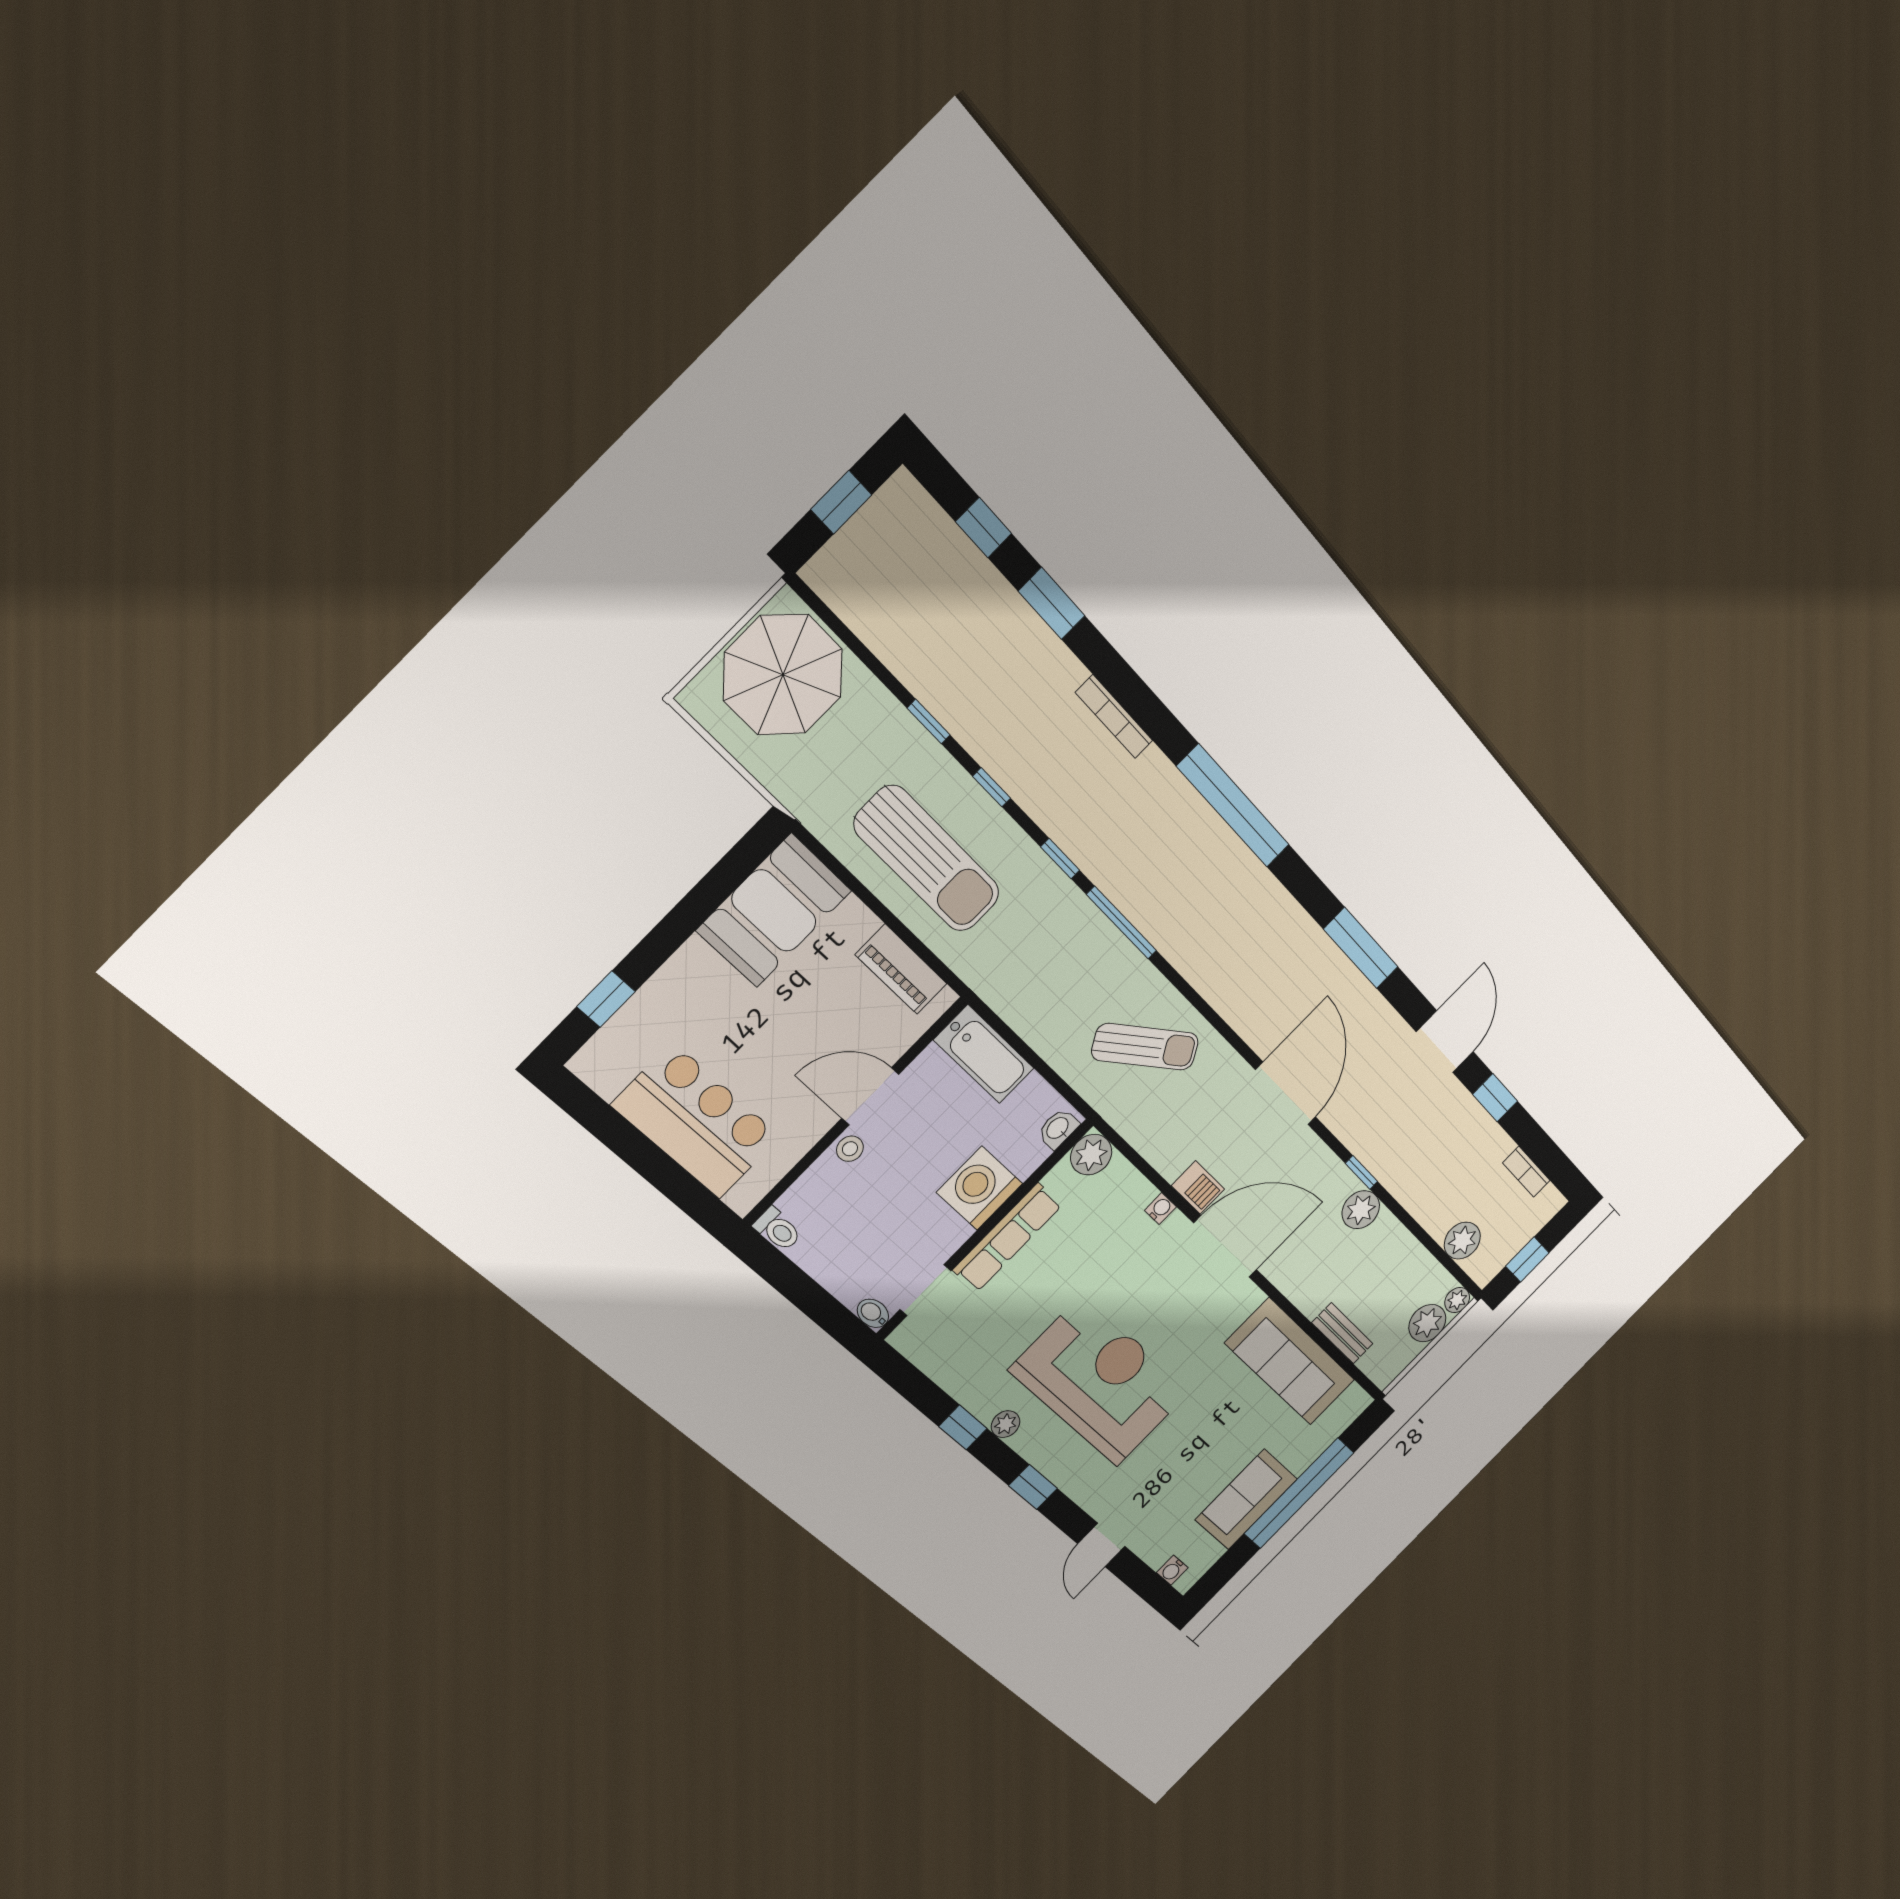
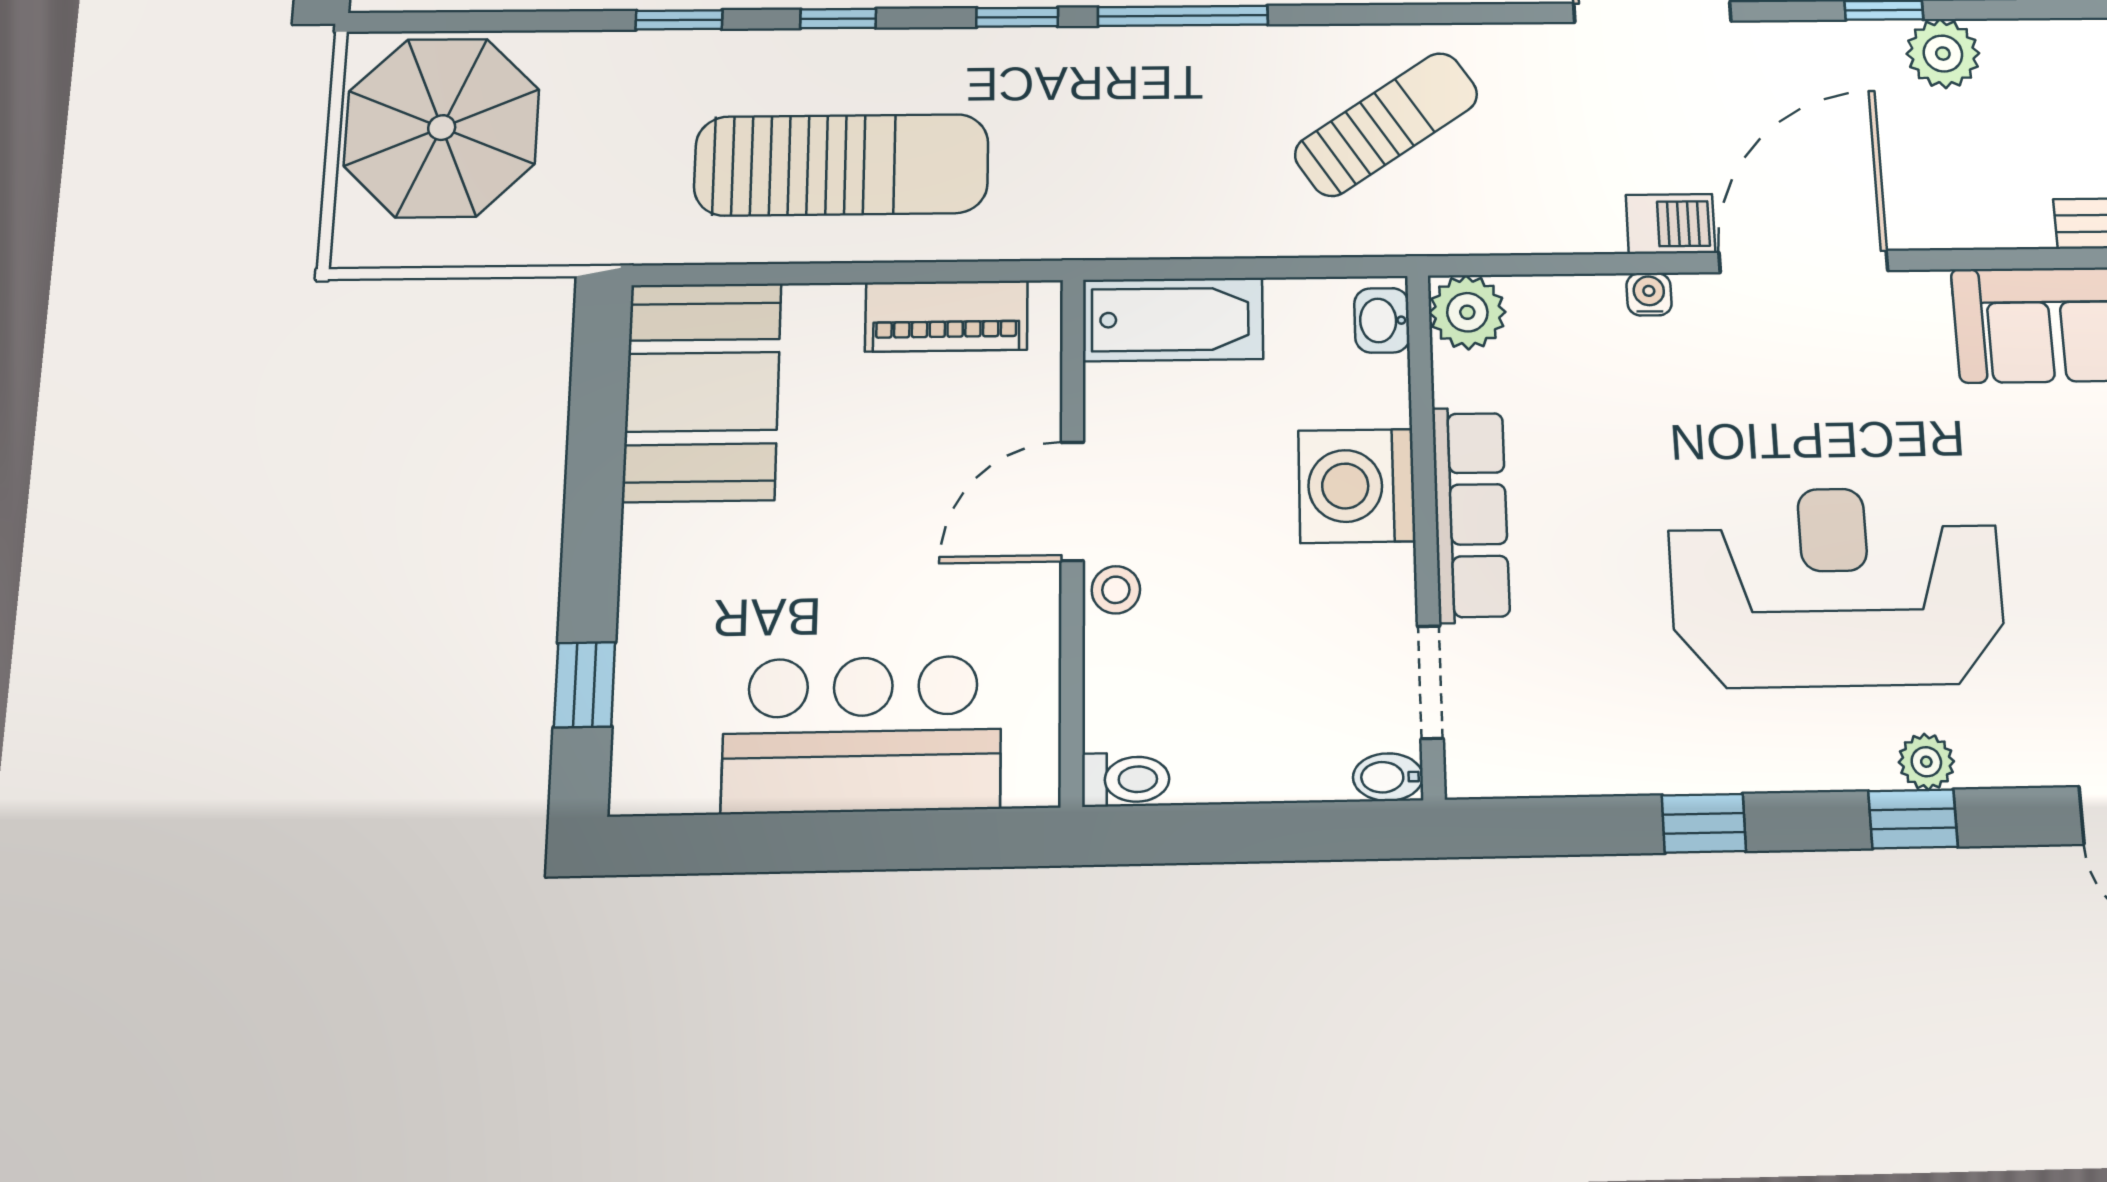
plant: (1006, 1424) -> (1926, 762), moved

